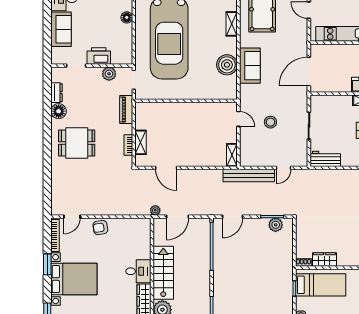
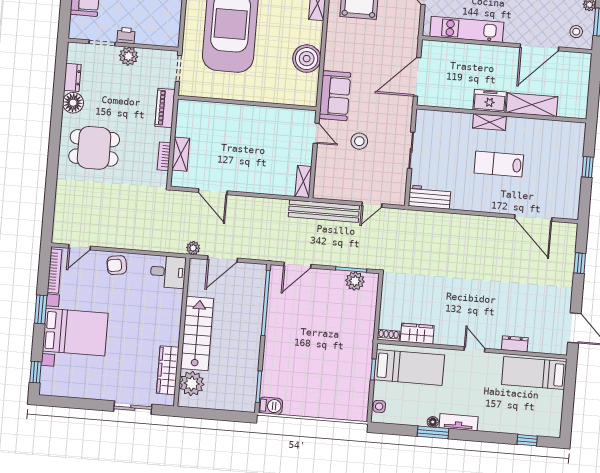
printer: (99, 56) -> (126, 35), width x0.53, depth x0.68
sofa: (250, 66) -> (335, 96), moved
plant: (109, 74) -> (128, 56), moved
desk: (138, 271) -> (168, 272), moved

